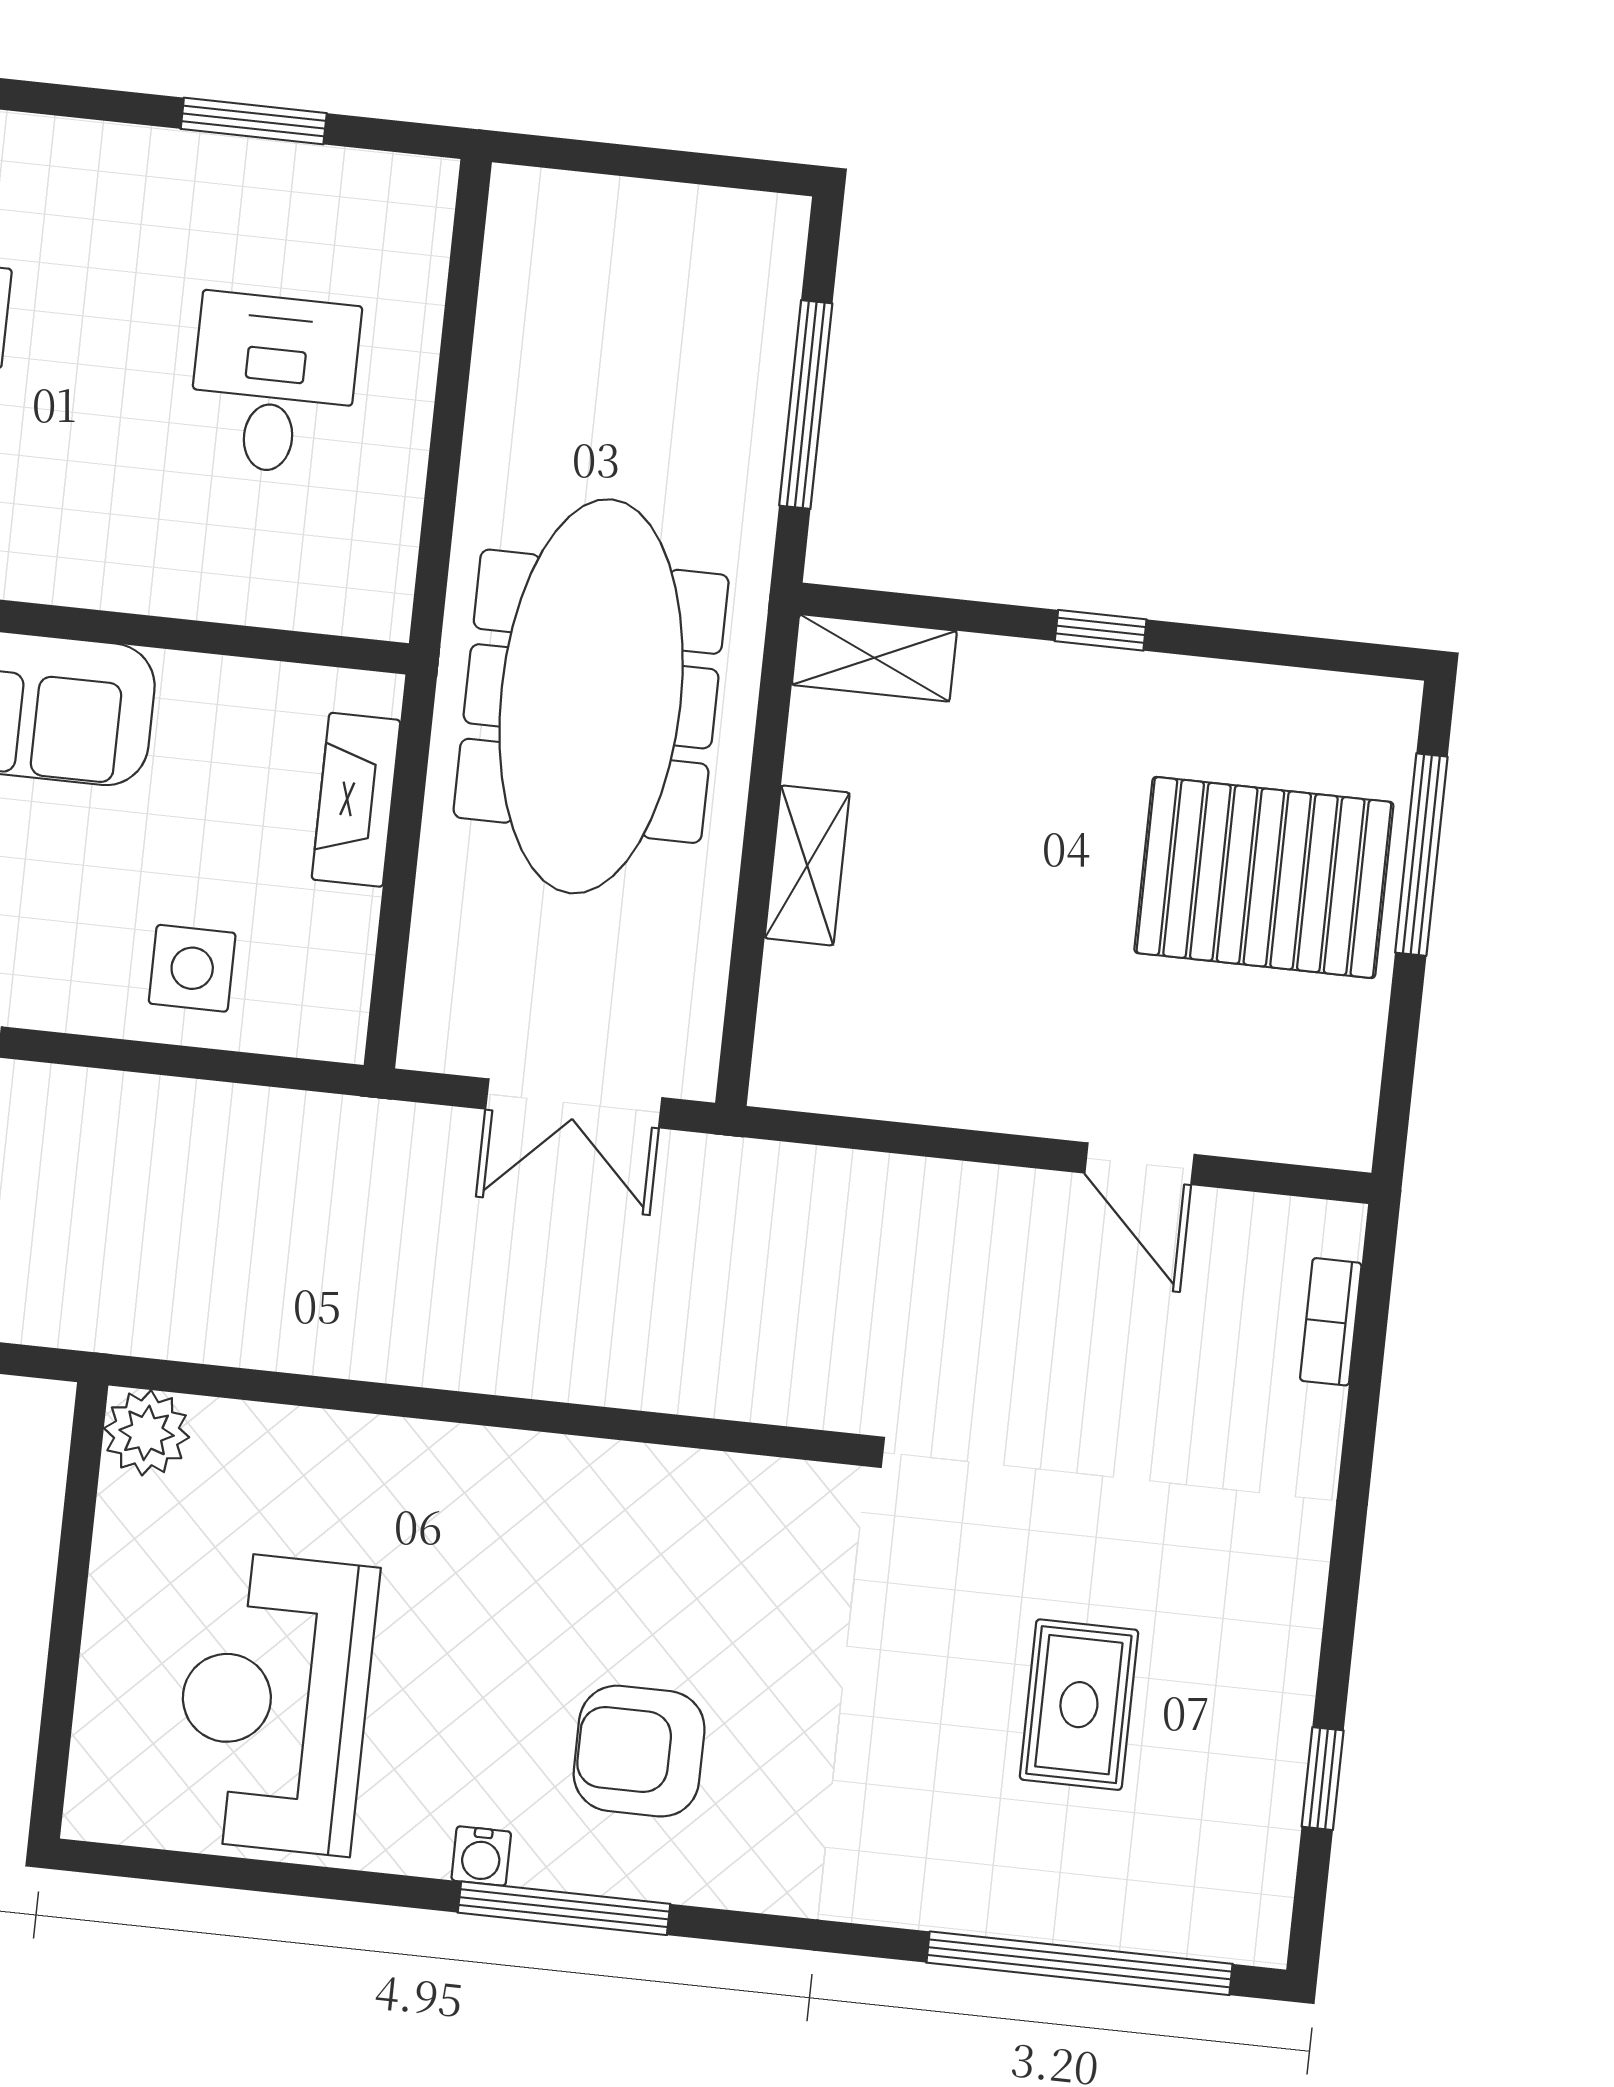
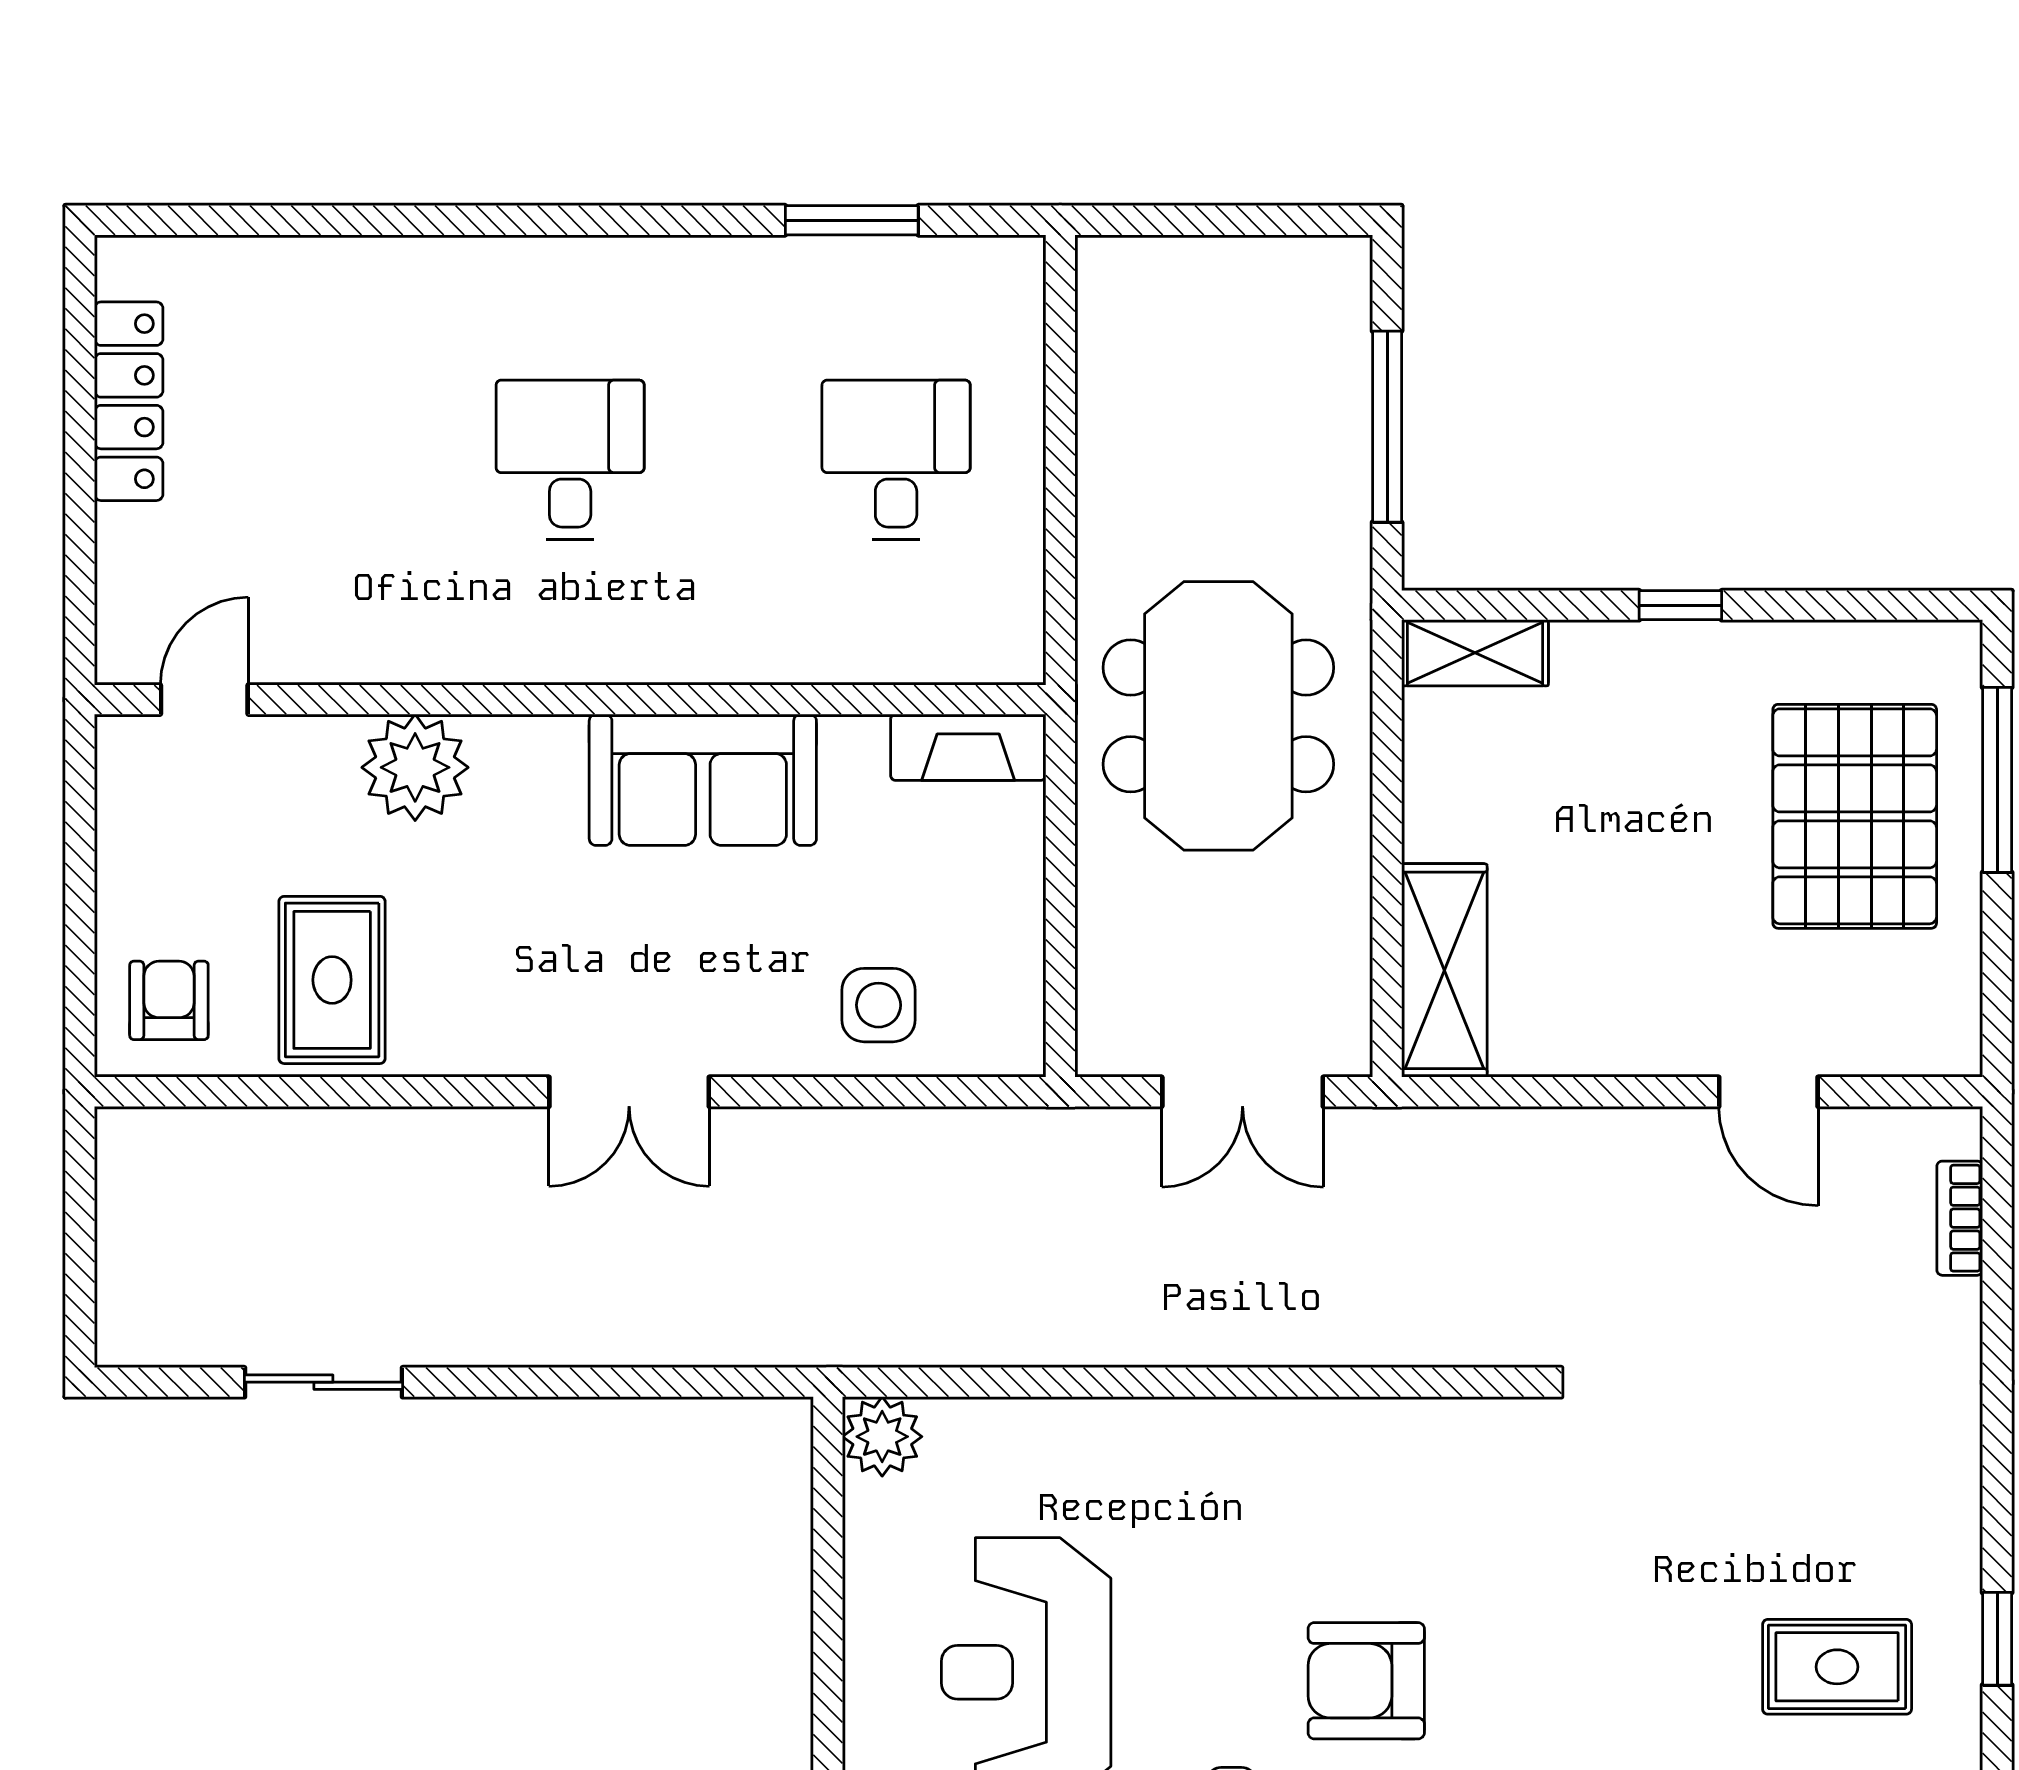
meeting table: (591, 696) -> (1218, 716), width x0.73
fireplace: (356, 800) -> (968, 747), moved, turned -90
shelving: (807, 865) -> (1444, 970), moved, width x1.50, depth x1.33
pallet: (1264, 877) -> (1855, 816), turned 90
rug: (1079, 1705) -> (1837, 1667), moved, turned 90

